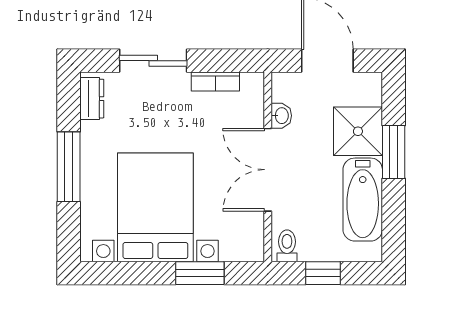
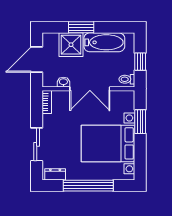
bookcase: (215, 82) -> (47, 102), moved
window: (69, 167) -> (88, 186), width x1.46

